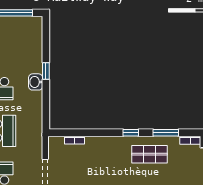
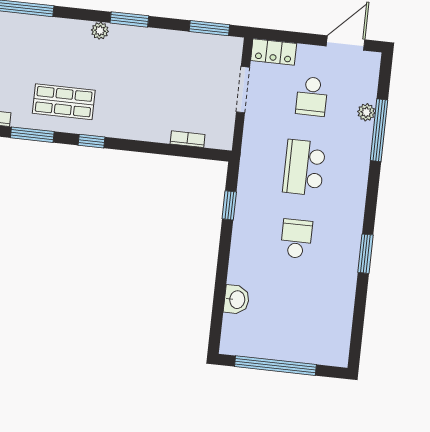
window: (46, 71) -> (229, 205), moved
washbasin: (36, 82) -> (237, 300), moved

